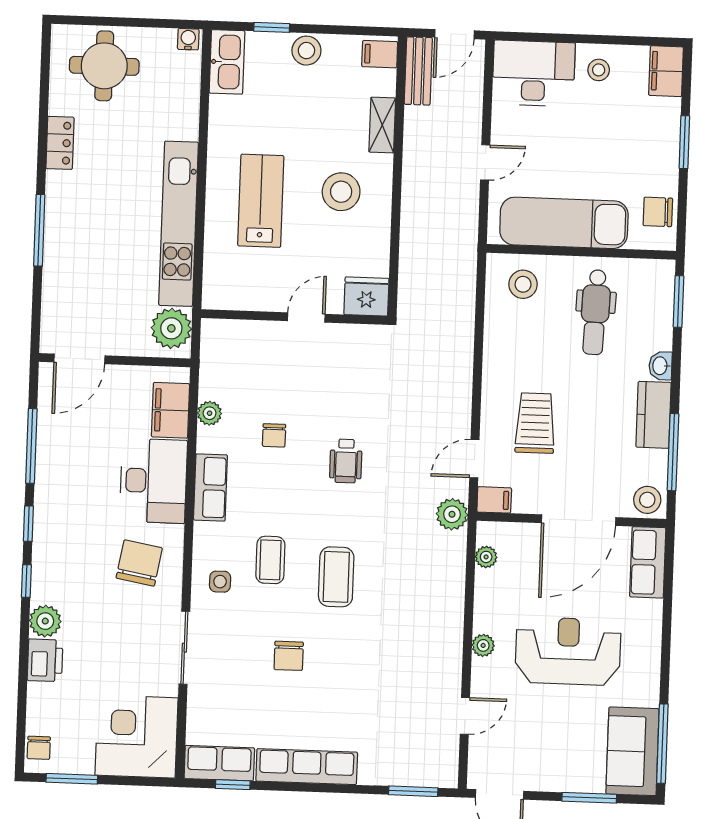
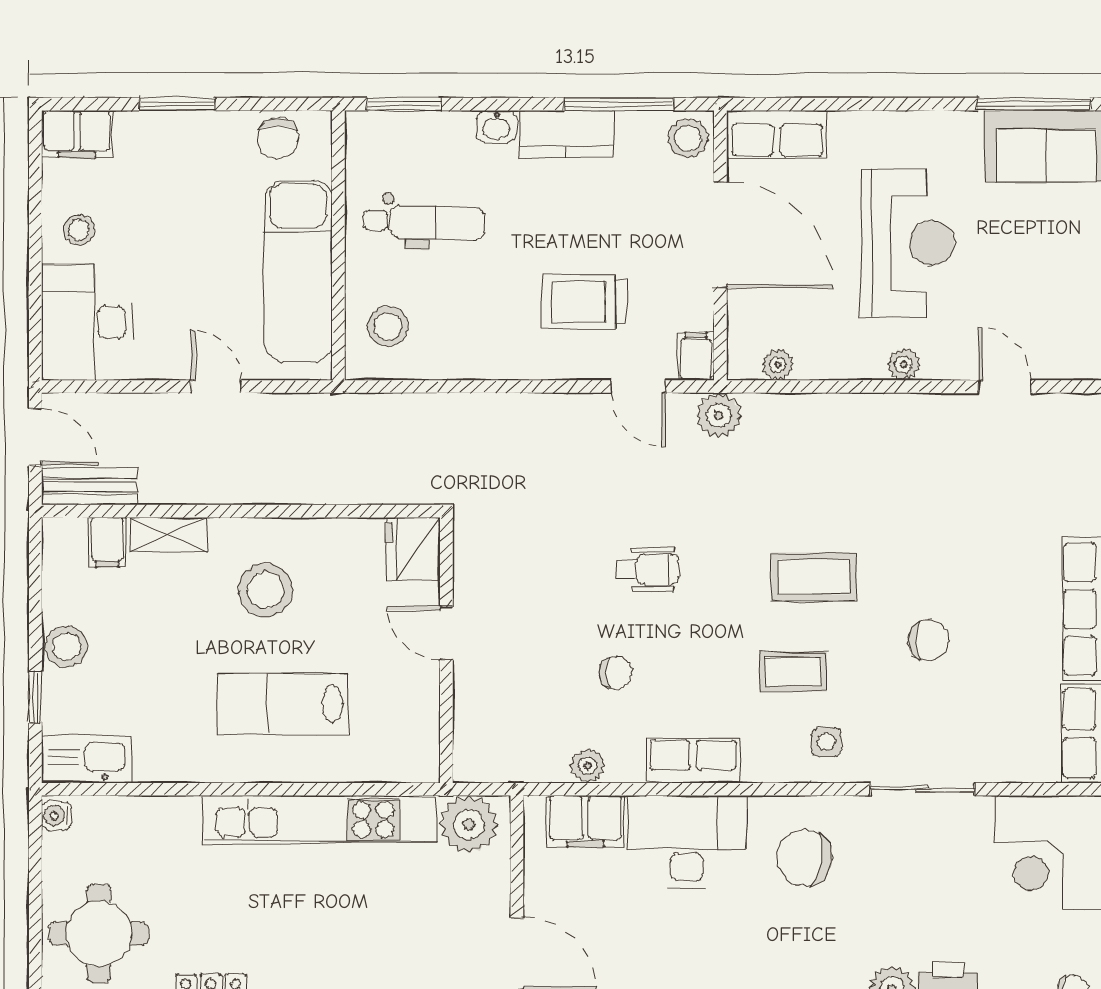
filing cabinet: (380, 54) -> (107, 542), moved
reception desk: (568, 651) -> (907, 243), turned 180

